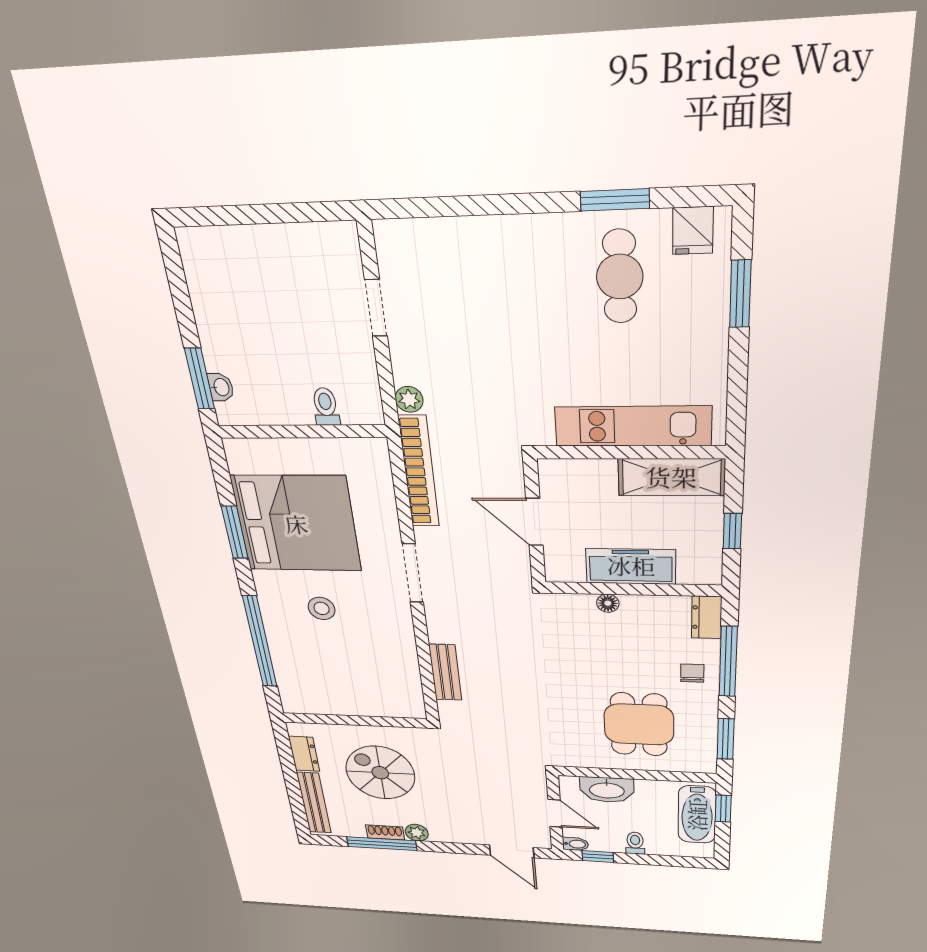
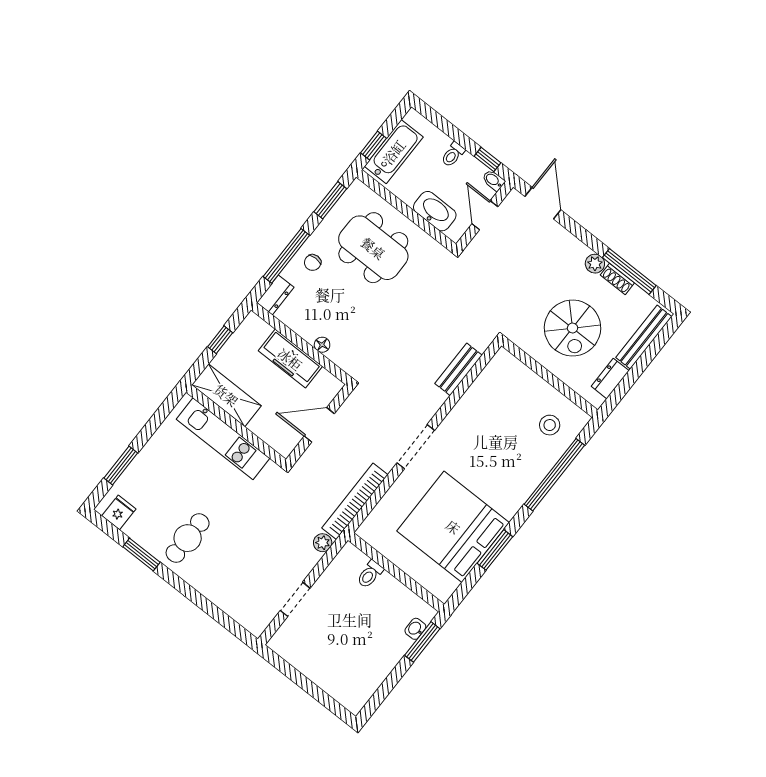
cafe table: (620, 277) -> (188, 538), moved
door: (534, 522) -> (319, 425), swing flipped
stool: (322, 608) -> (550, 425), moved
dining table: (639, 724) -> (373, 248), width x1.38

